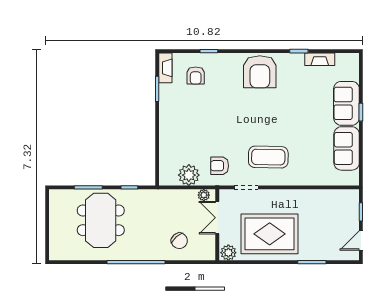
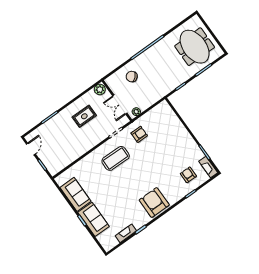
plant: (189, 175) -> (153, 117), removed
double door: (217, 218) -> (120, 104), swing flipped
meeting table: (101, 220) -> (195, 47), moved
rug: (270, 234) -> (84, 116), width x0.54, depth x0.49

